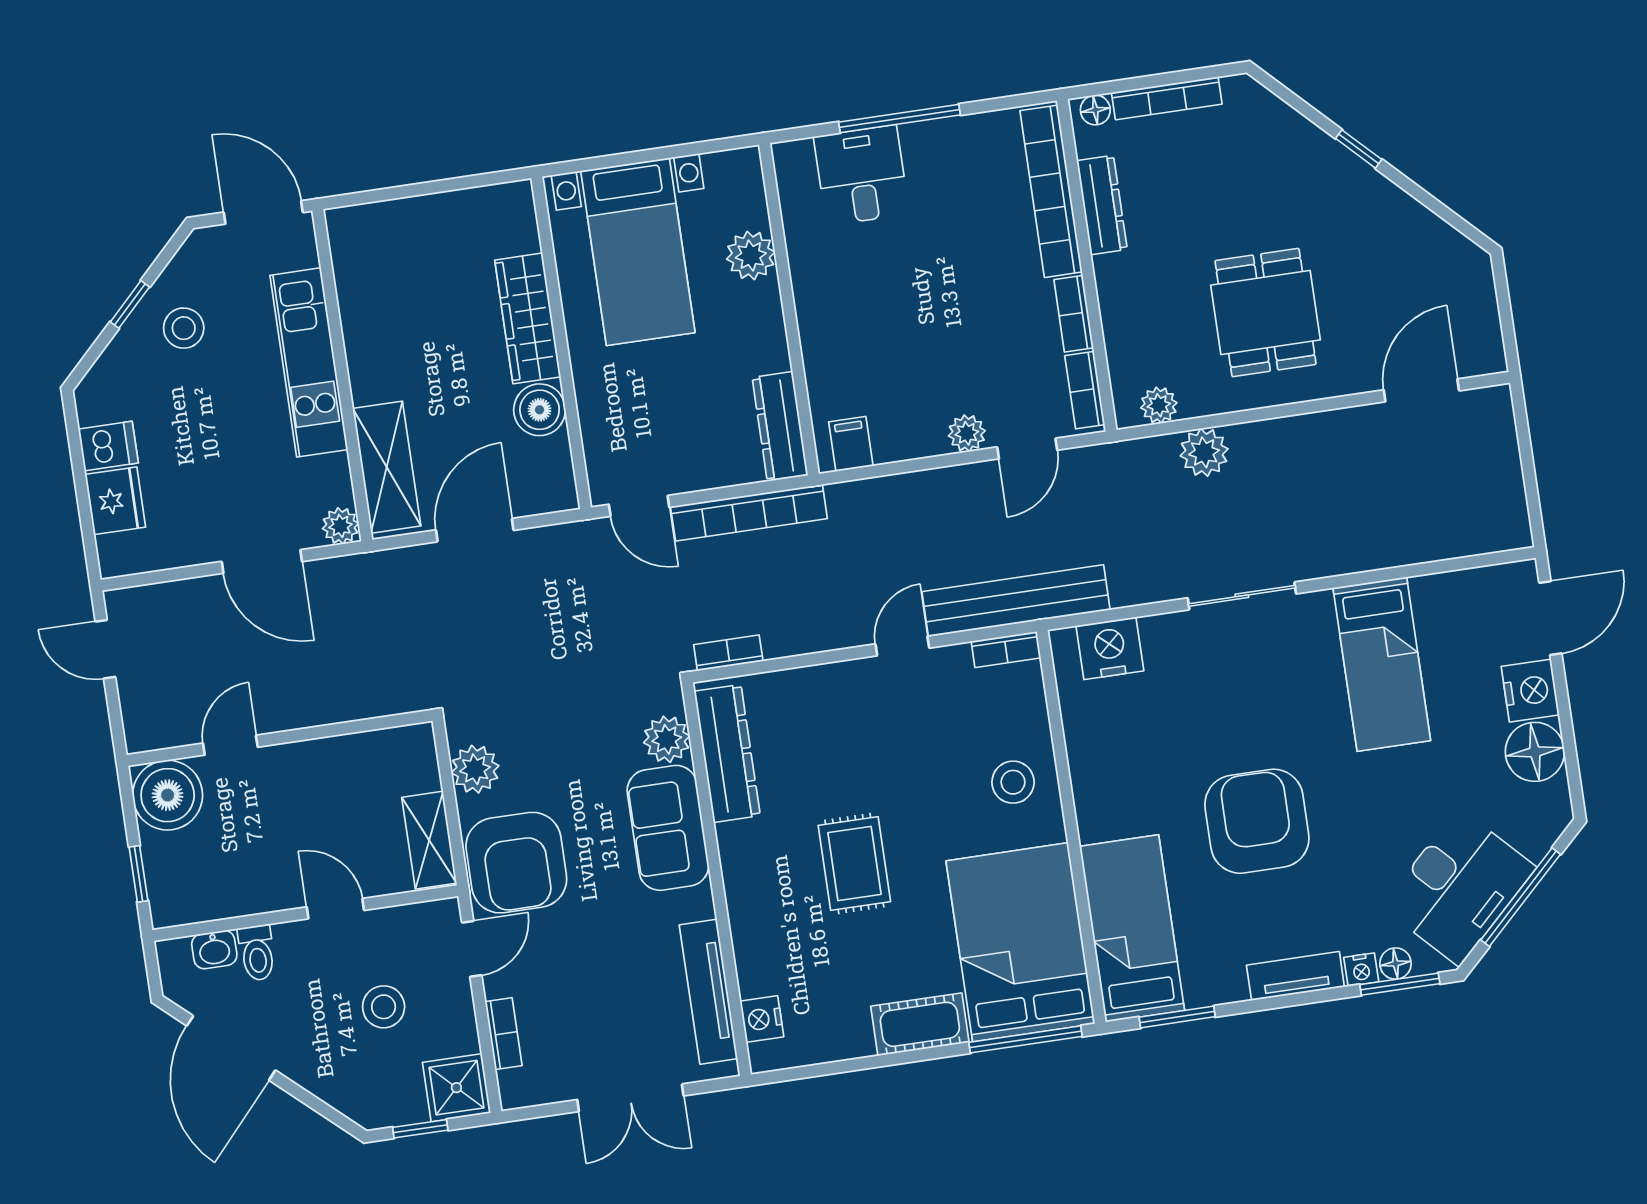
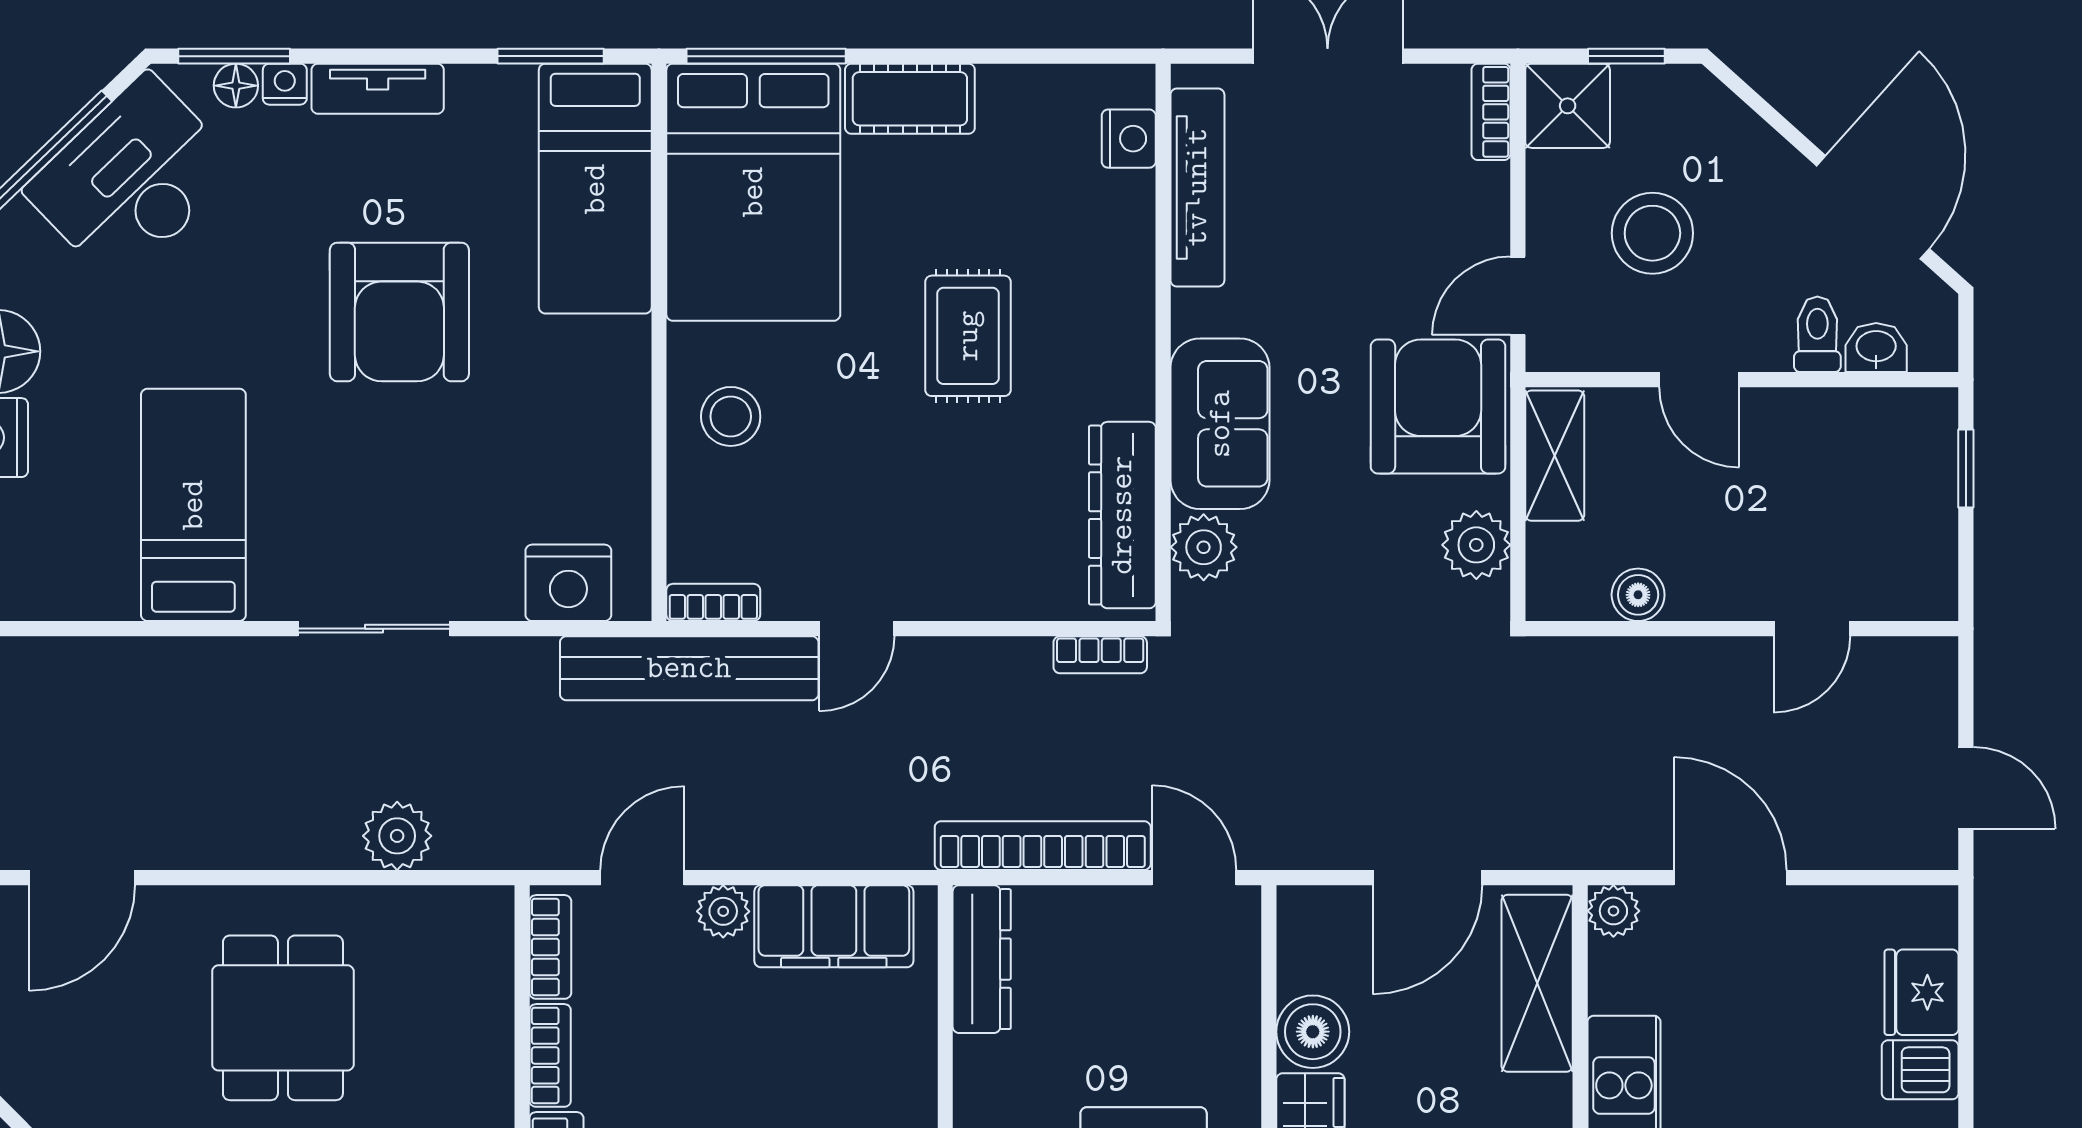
plant: (1159, 405) -> (450, 911), removed
filing cabinet: (851, 444) -> (834, 926), width x3.00, depth x1.17
boiler: (168, 795) -> (1638, 595), moved, width x0.54, depth x0.54
stool: (384, 1007) -> (1652, 233), width x1.38, depth x1.38
bookcase: (504, 1034) -> (1491, 112), moved

